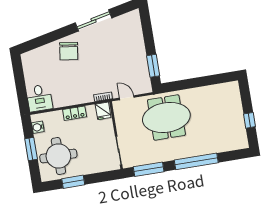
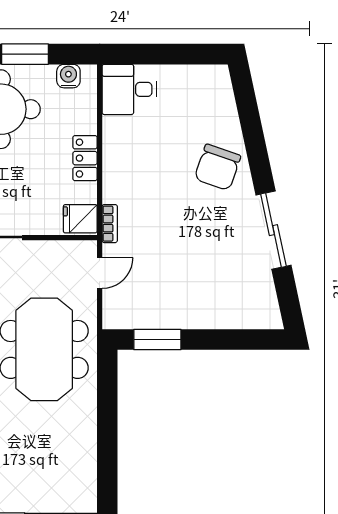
chair: (69, 51) -> (218, 167), turned -79

